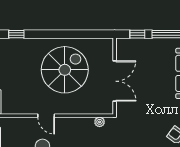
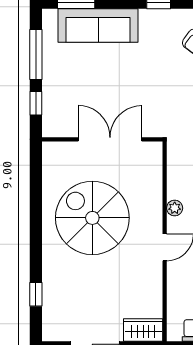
plant: (100, 122) -> (175, 208), moved

